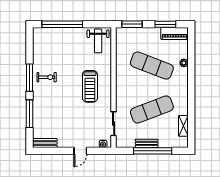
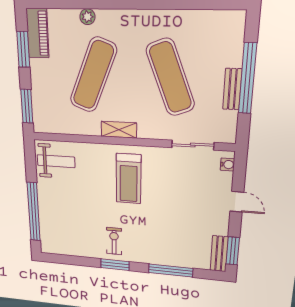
window: (29, 78) -> (115, 265), width x0.69
treadmill: (90, 86) -> (129, 179), turned 90
shelving: (183, 126) -> (119, 130), moved
window: (48, 151) -> (233, 251), added

